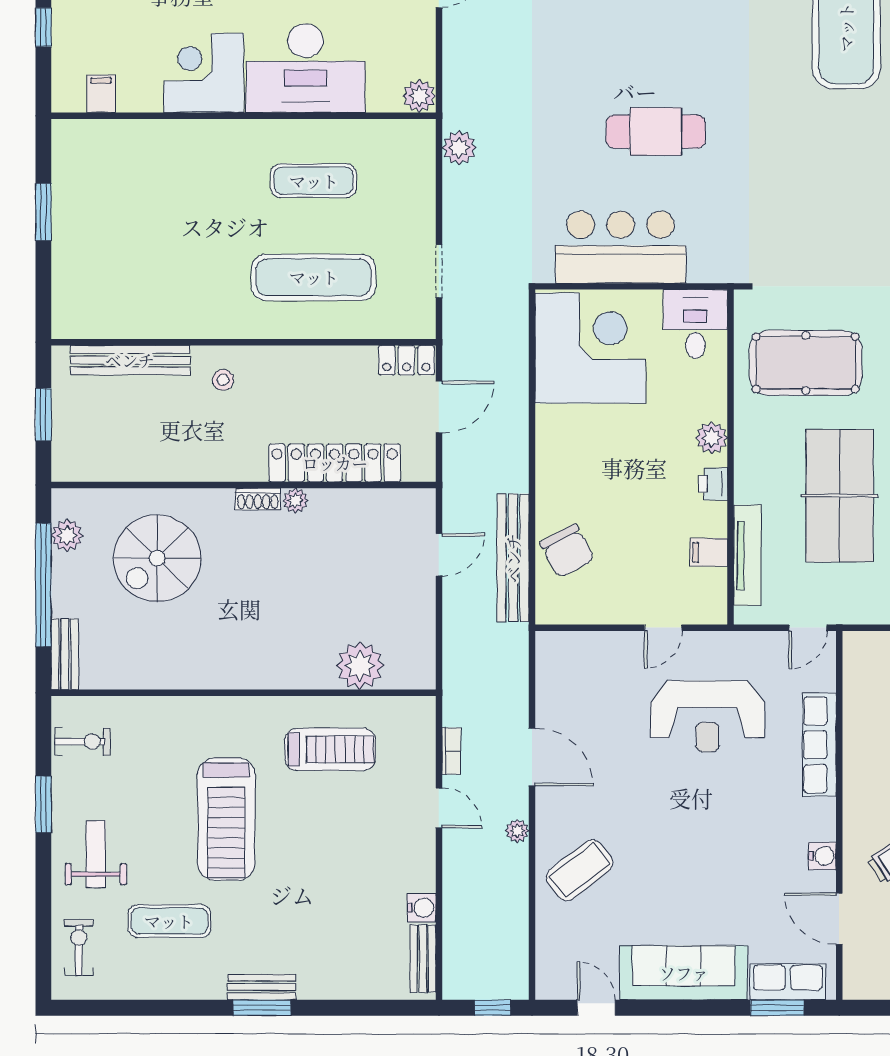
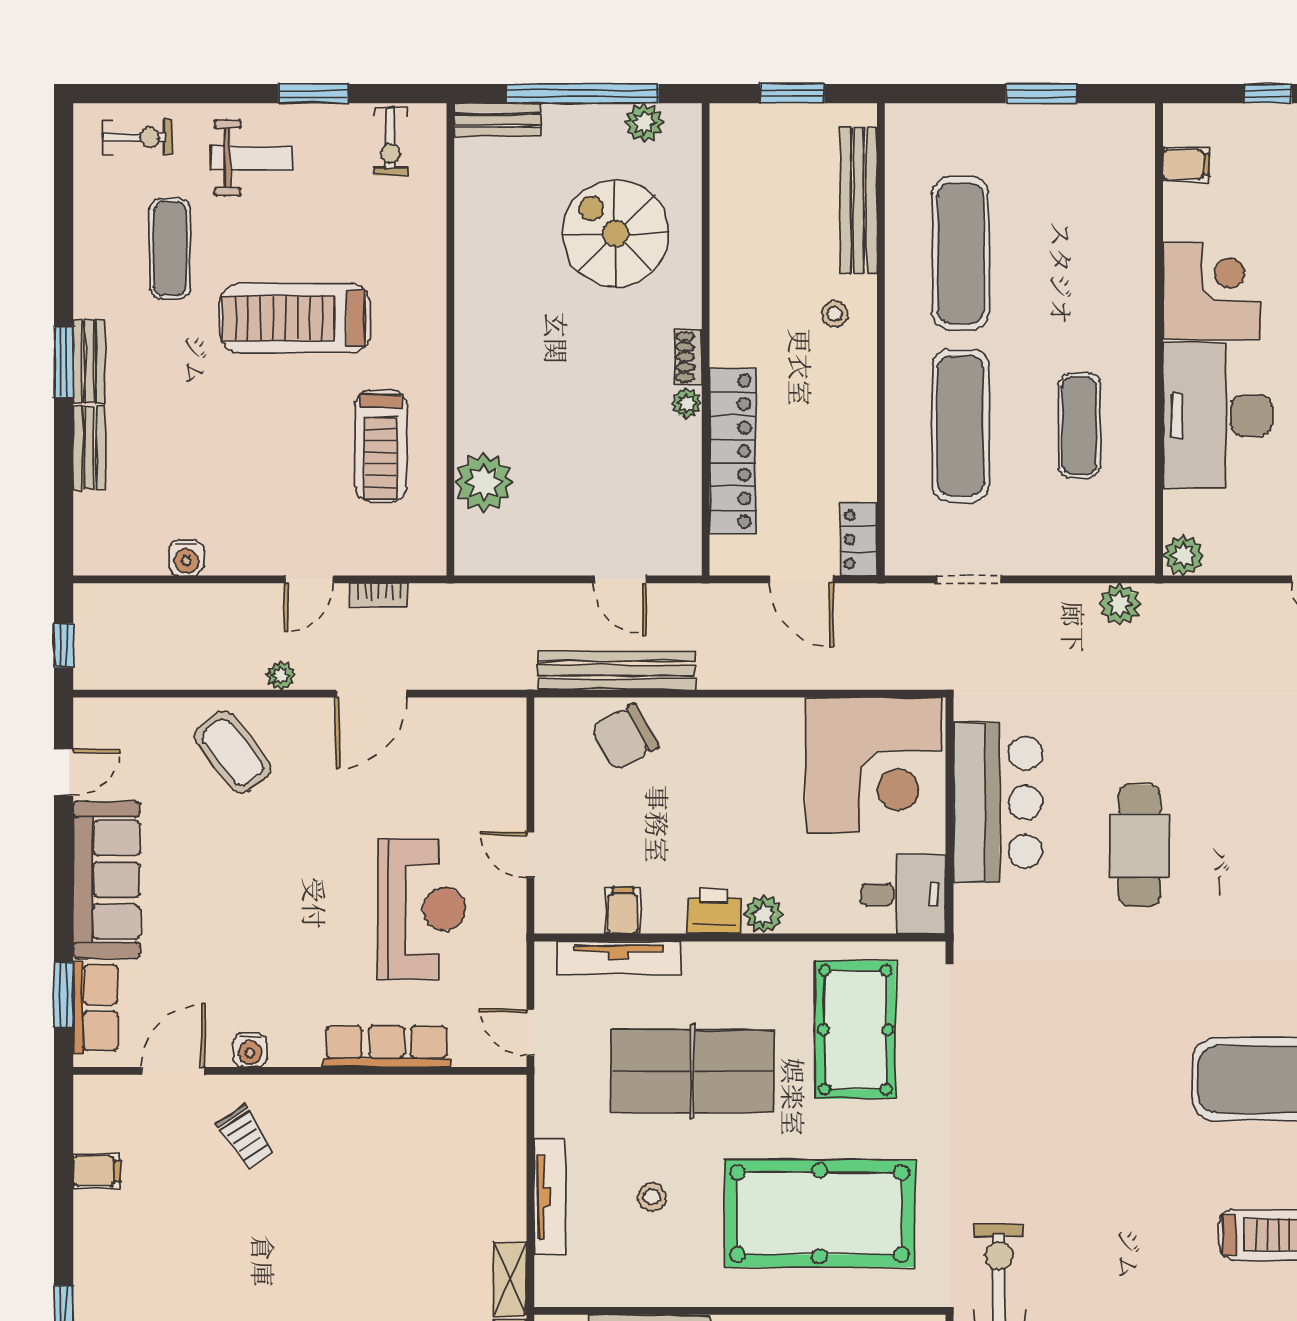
exercise mat: (173, 277) -> (961, 253), added
printer: (713, 484) -> (714, 911), width x1.36, depth x1.24
reception desk: (707, 716) -> (421, 909), turned 180
bench: (423, 958) -> (89, 448), moved, turned 90

